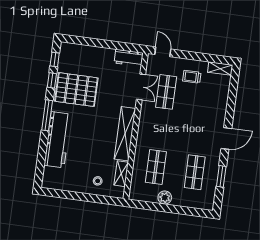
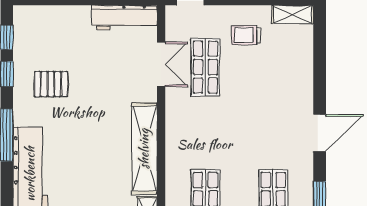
workbench: (129, 58) -> (124, 18), width x1.37
pallet: (76, 90) -> (51, 84), width x0.49, depth x0.50

